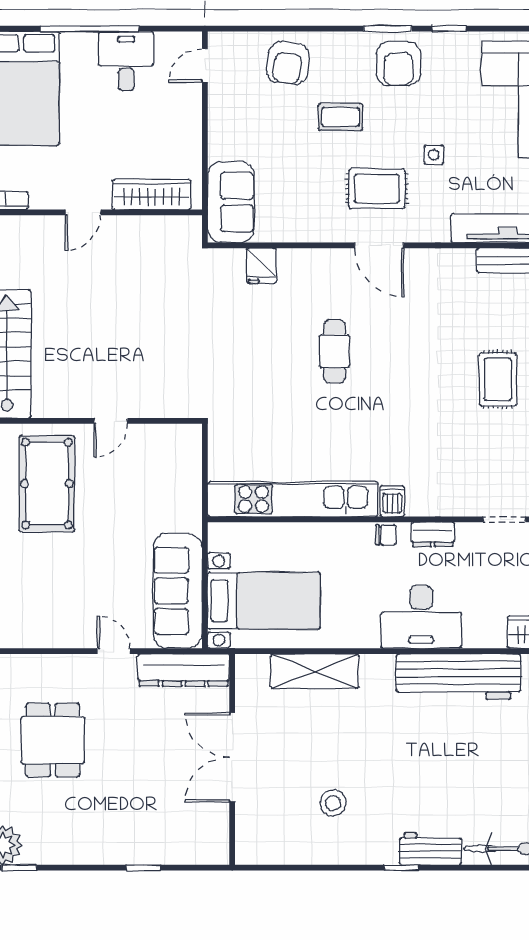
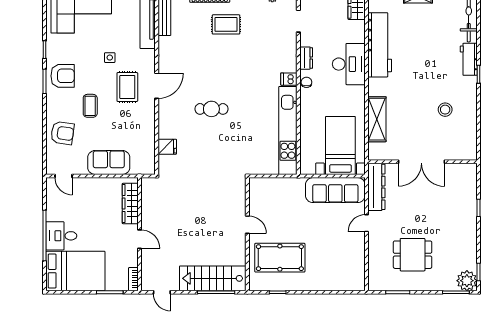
desk: (126, 61) -> (61, 236), moved
sofa: (231, 202) -> (109, 162), moved

